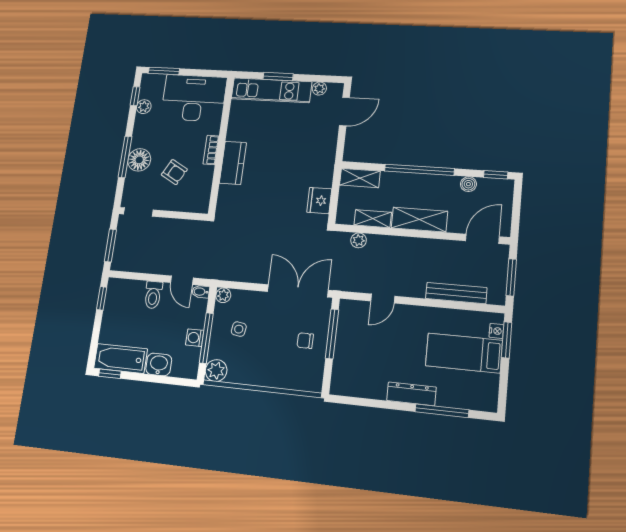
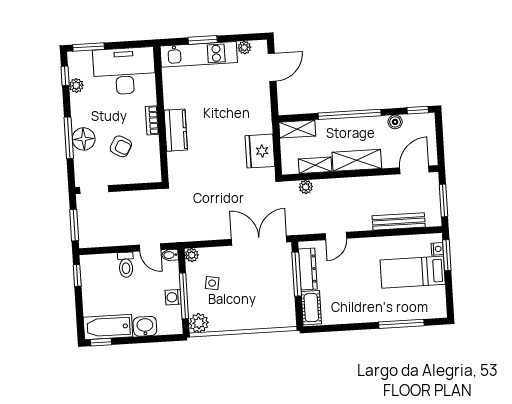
fridge: (319, 201) -> (260, 151), width x1.36, depth x1.34
chair: (305, 341) -> (274, 284), removed
cot: (342, 374) -> (311, 308), added
dresser: (411, 394) -> (308, 269), moved, turned 90

